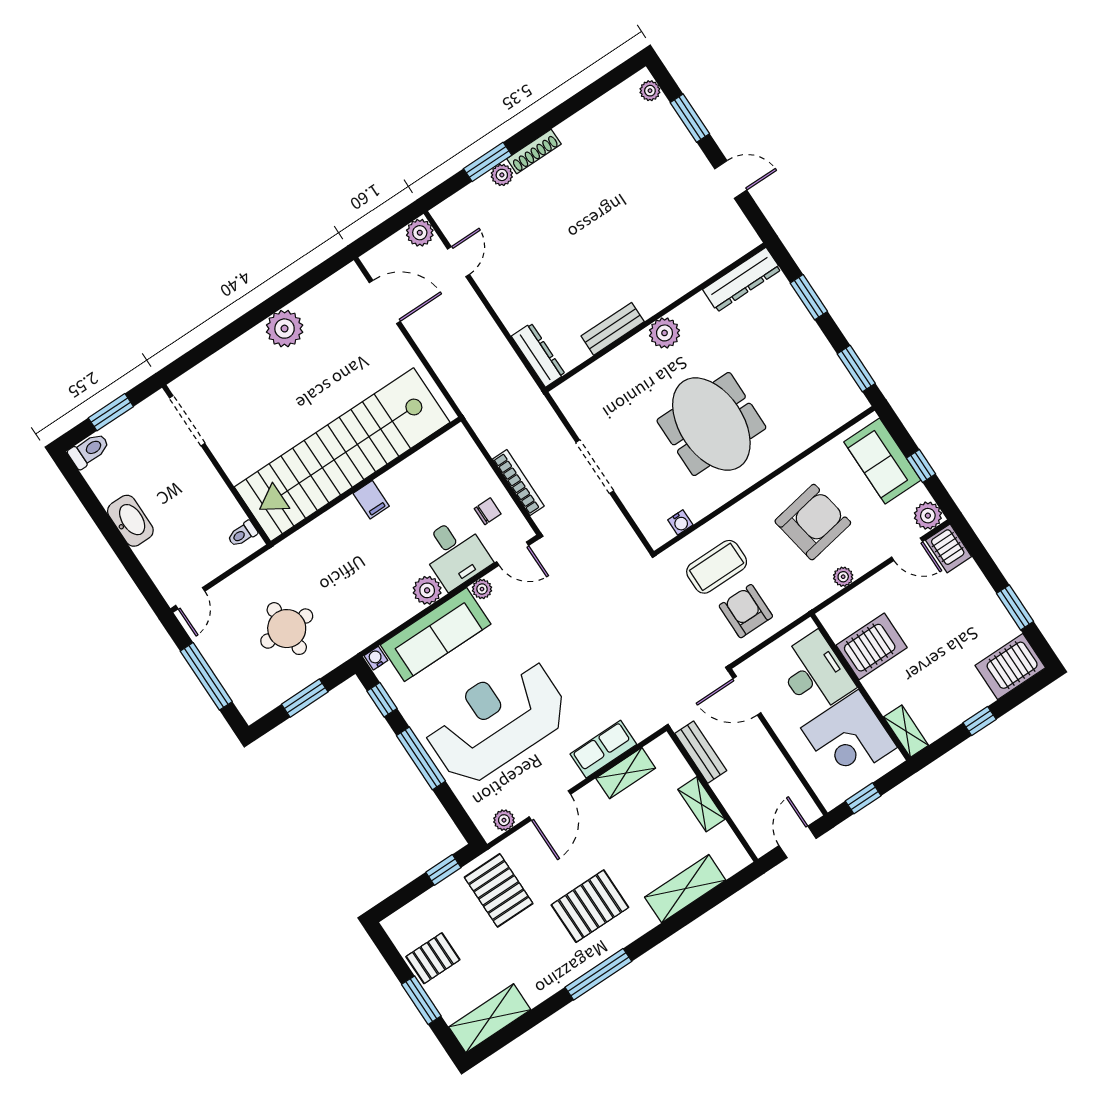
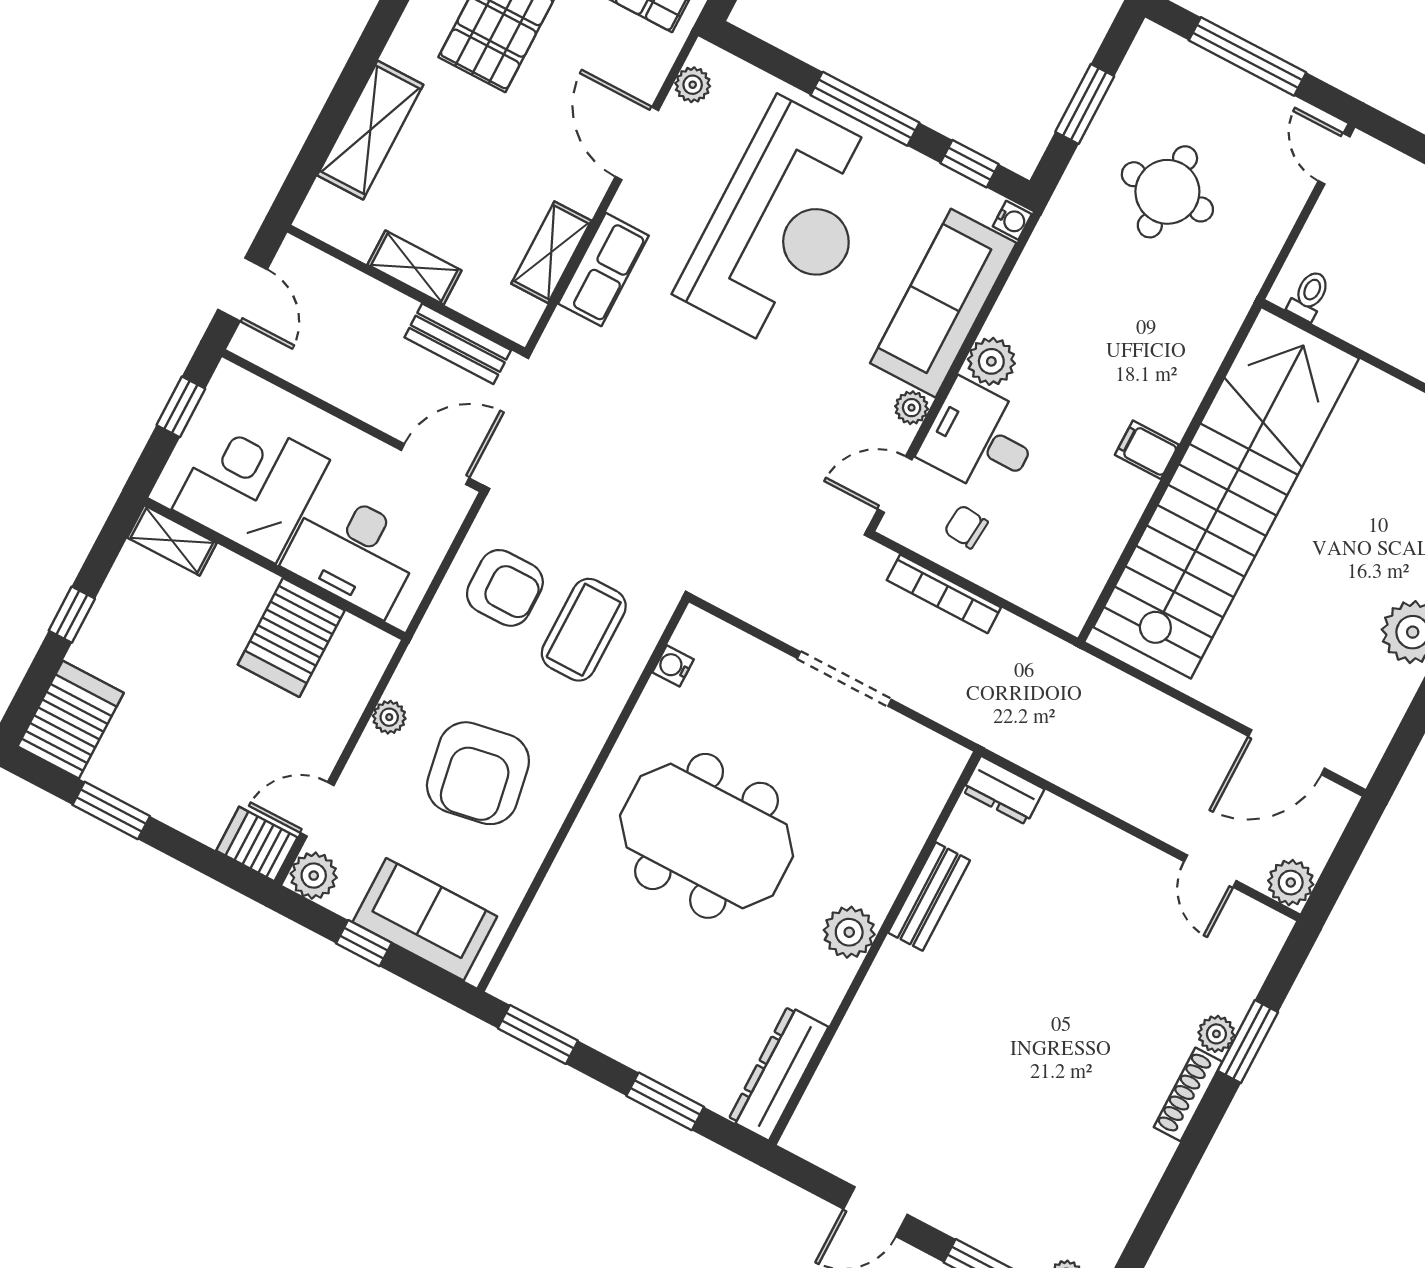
dresser: (538, 355) -> (1003, 790), width x0.70
chair: (488, 511) -> (966, 527), turned 95

